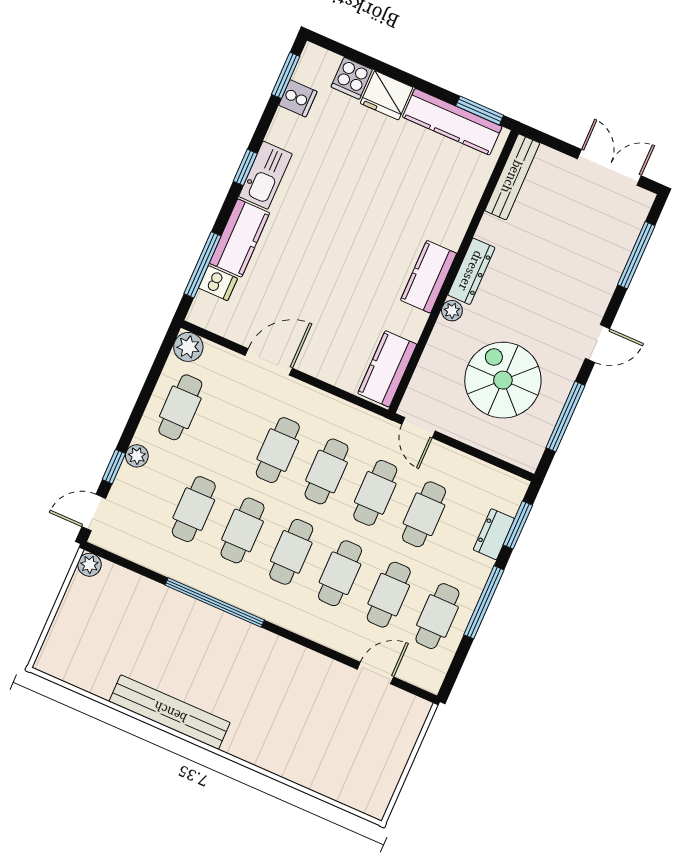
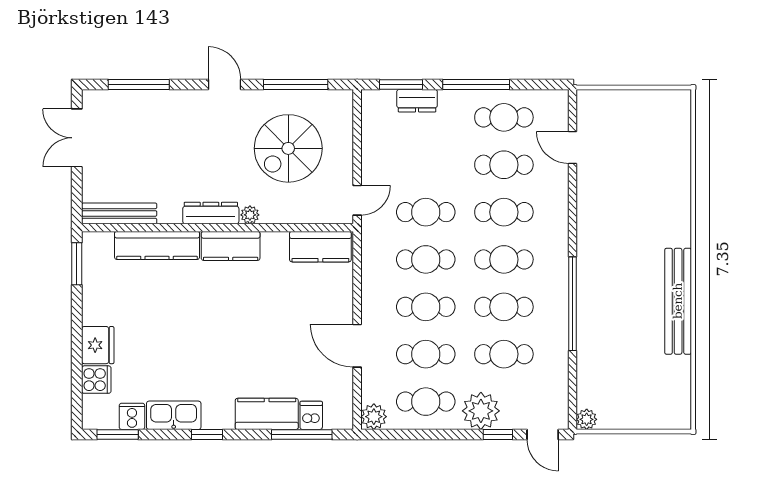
kitchen counter: (452, 122) -> (157, 245), moved, turned 90
kitchen sink: (265, 175) -> (174, 415), moved
plant: (137, 456) -> (481, 411), width x1.88, depth x1.88
cafe table: (424, 514) -> (426, 354), moved

